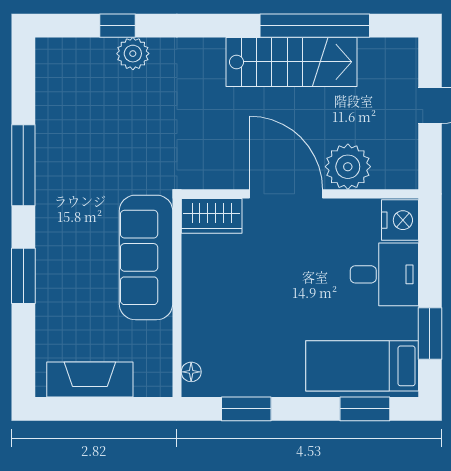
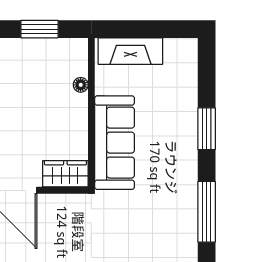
floor lamp: (191, 372) -> (81, 85), moved
fireplace: (90, 379) -> (130, 51), moved

